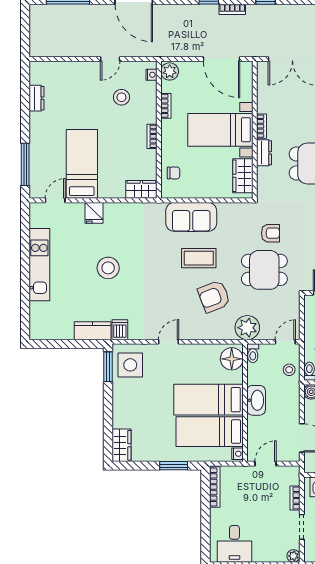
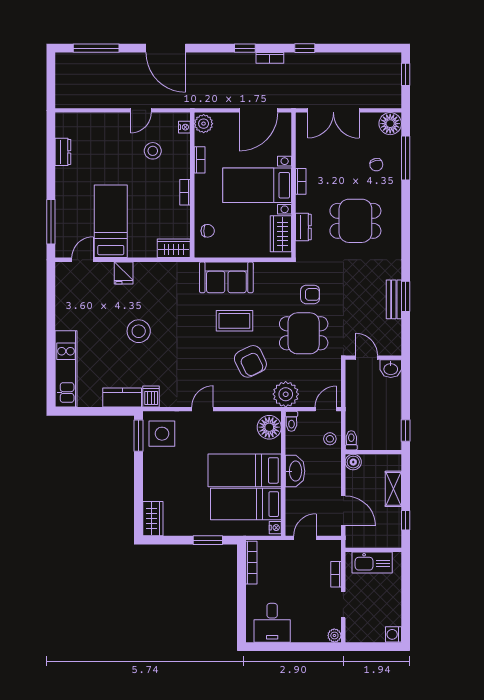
door: (221, 59) -> (258, 110), hinge flipped
dresser: (264, 153) -> (303, 227), moved
kitchen unit: (39, 265) -> (66, 369), moved
armchair: (214, 296) -> (250, 361), turned -95

